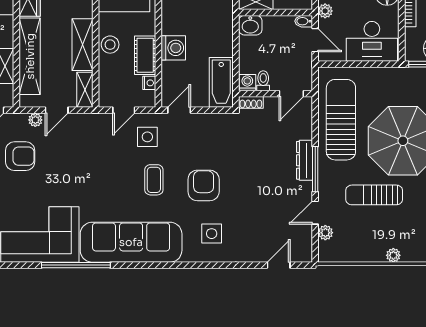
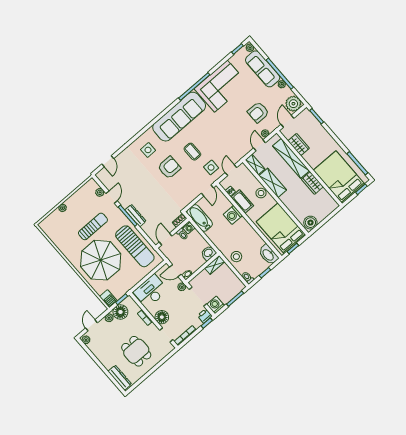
armchair: (204, 185) -> (169, 168), turned -90

